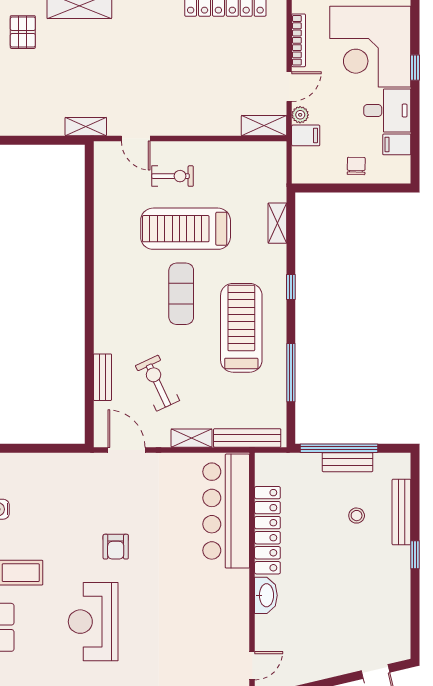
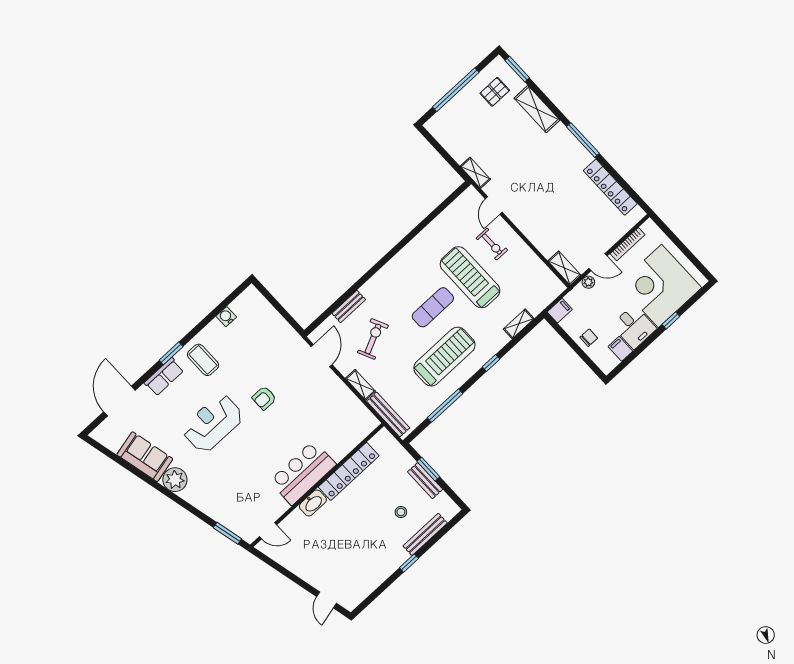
filing cabinet: (306, 135) -> (560, 311), moved, turned -90
window: (339, 448) -> (428, 469), width x0.47
bar counter: (226, 511) -> (303, 473), moved, width x0.73

